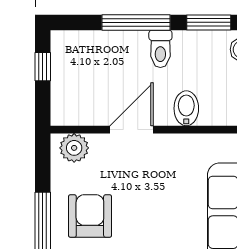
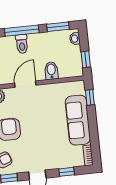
toilet: (160, 49) -> (22, 44), moved

